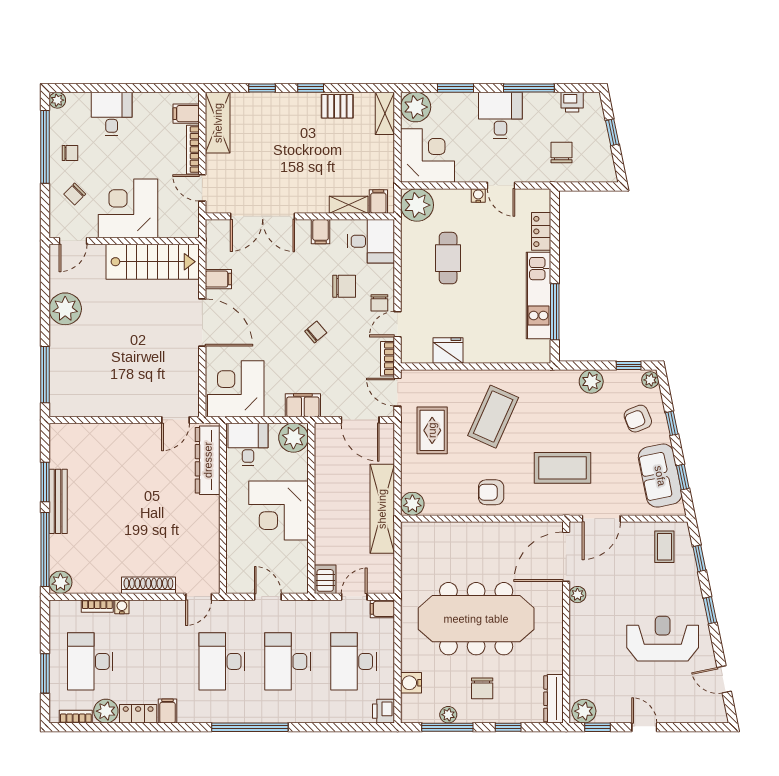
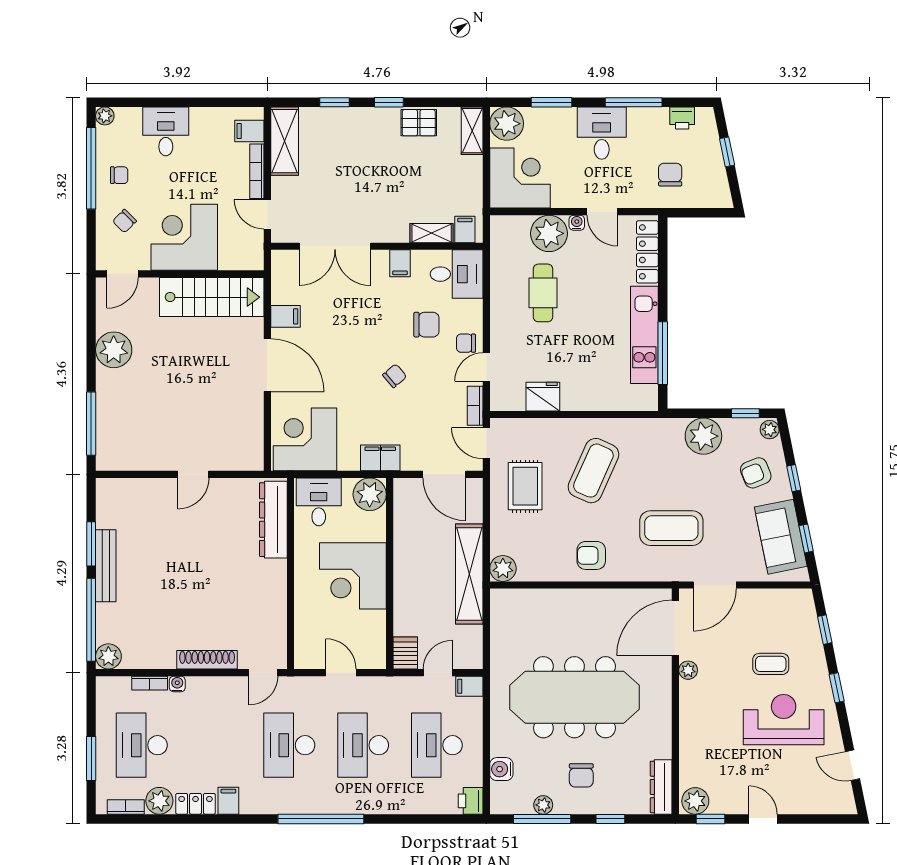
plant: (417, 205) -> (549, 233), moved
locker: (541, 231) -> (647, 252), width x1.53
chair: (379, 303) -> (466, 343), turned 90
plant: (591, 381) -> (703, 436), width x1.36, depth x1.36
door: (176, 420) -> (193, 474), moved
coffee table: (664, 547) -> (771, 664), moved, turned 90

